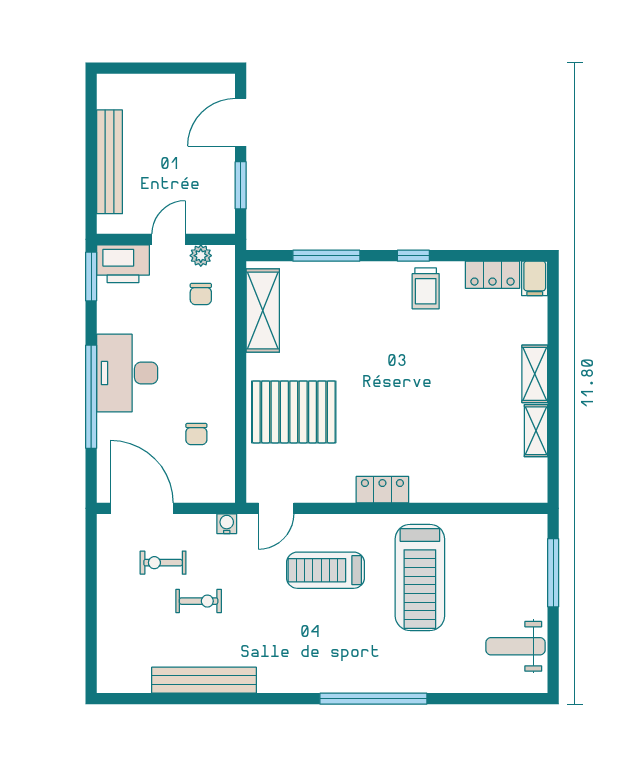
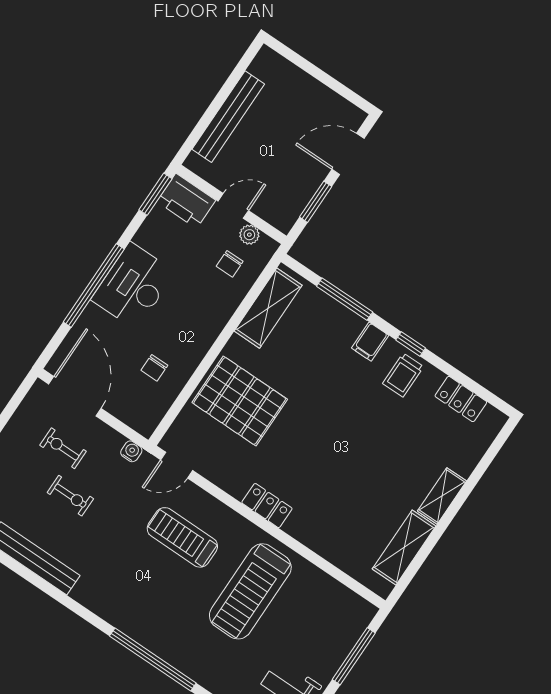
filing cabinet: (535, 278) -> (370, 342), moved
shelving: (536, 431) -> (404, 548), width x1.50, depth x1.33

